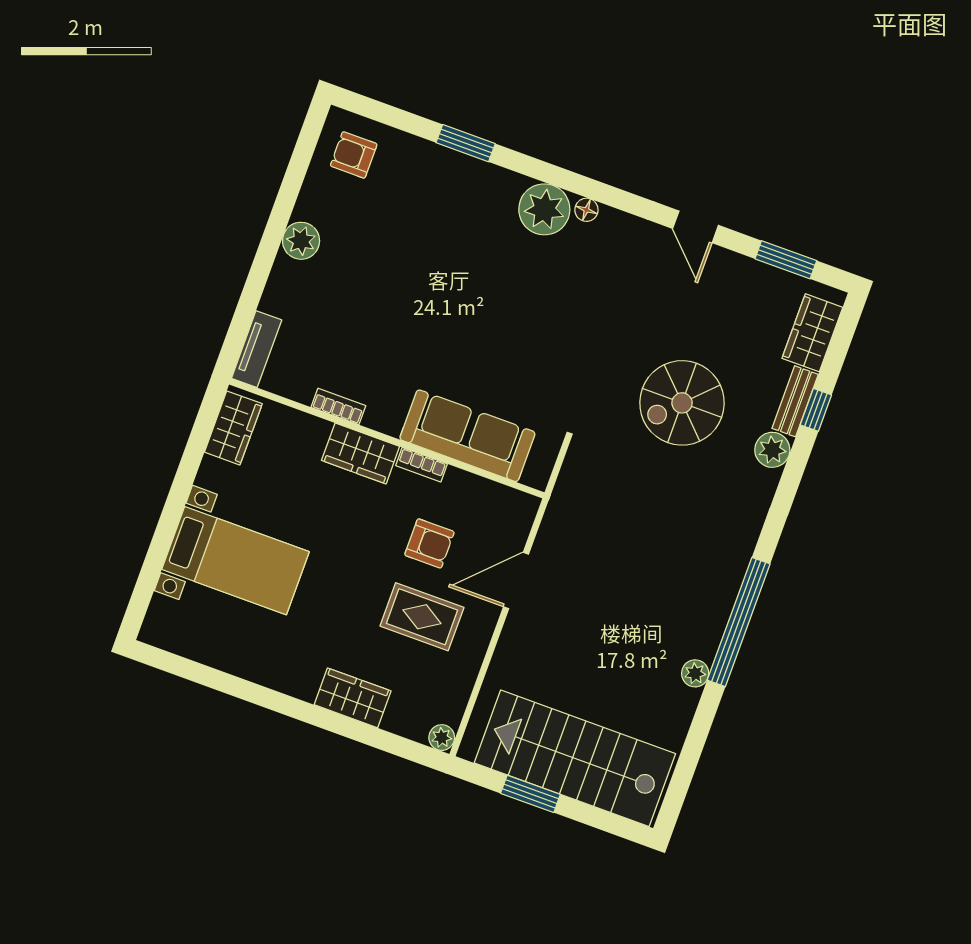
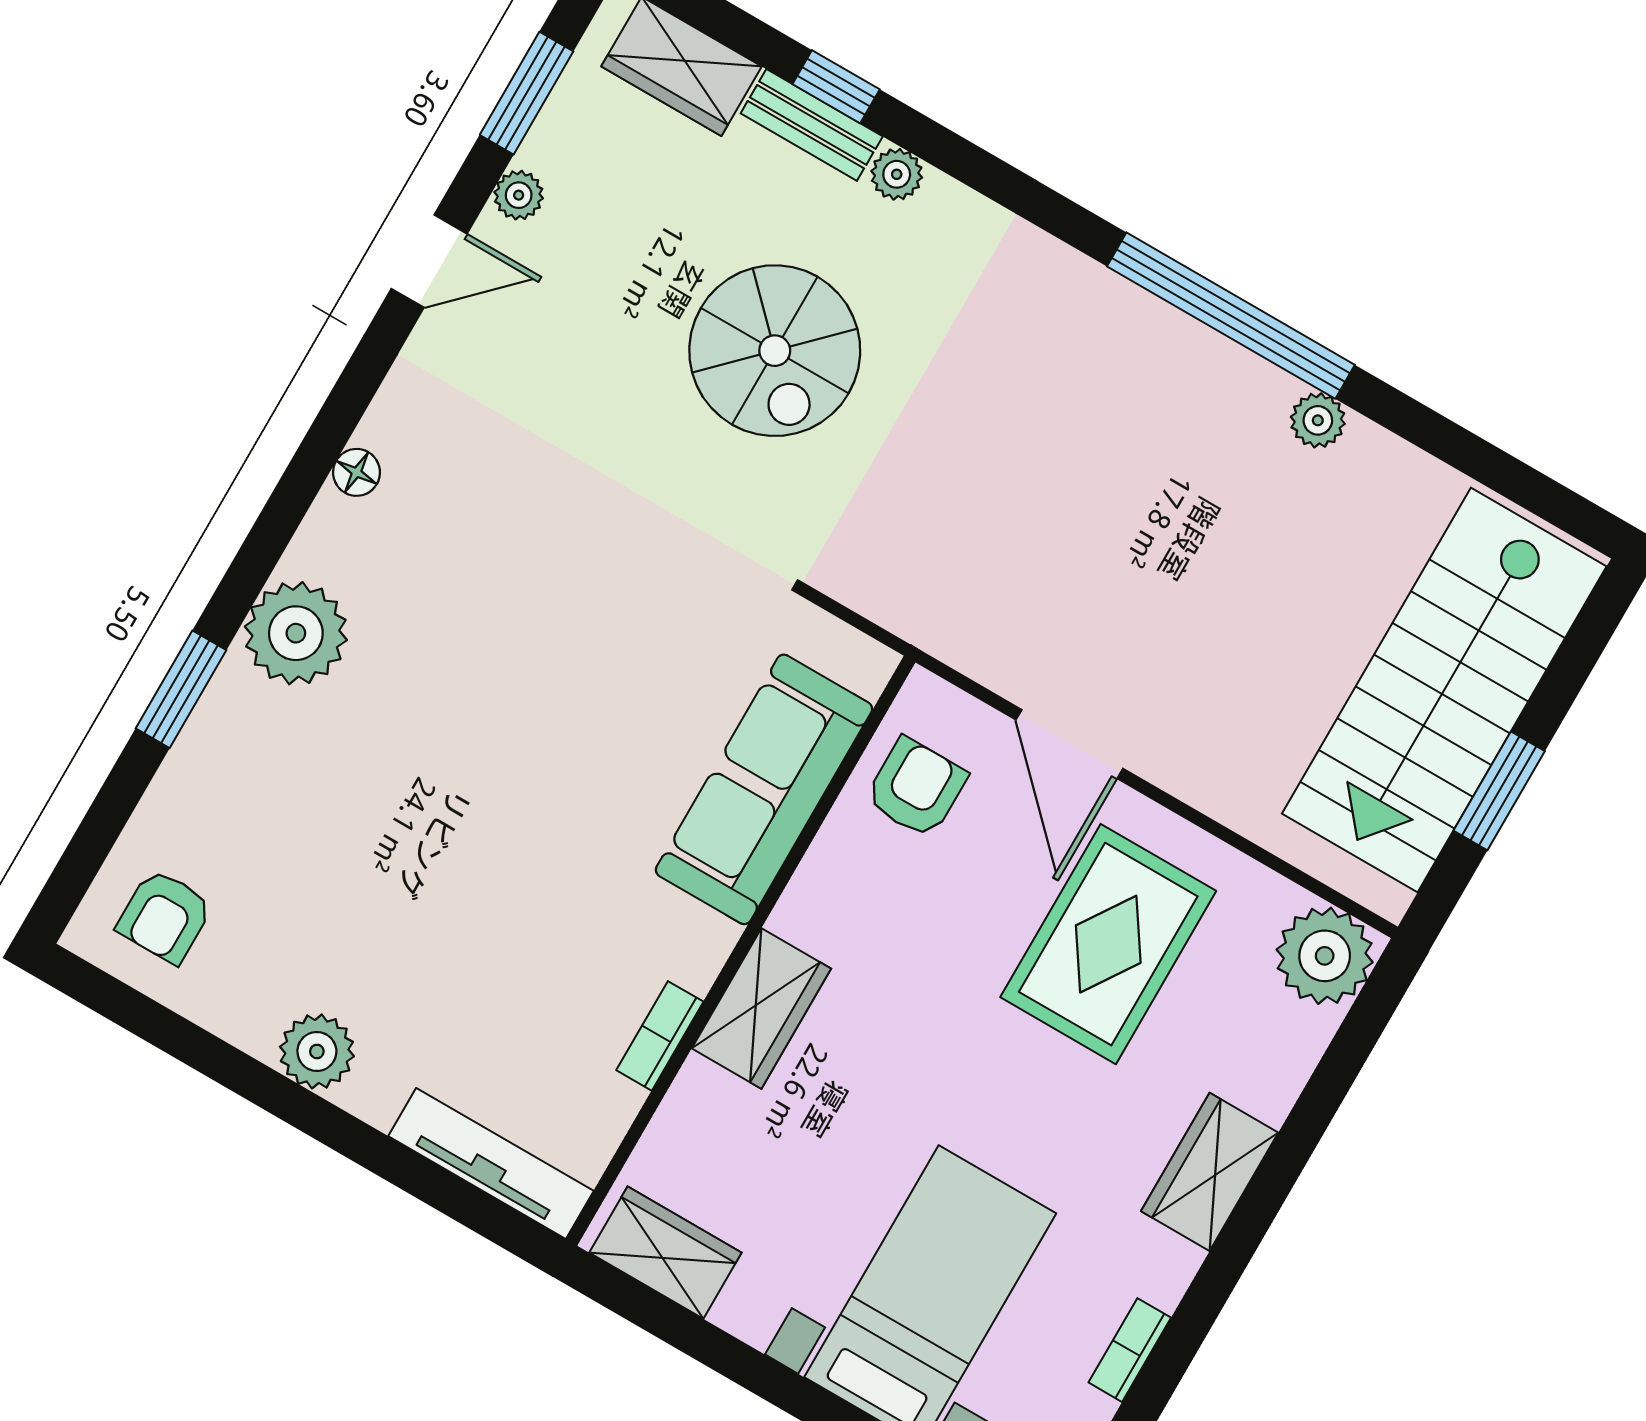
plant: (544, 209) -> (296, 633), moved
plant: (735, 265) -> (519, 195), added
tv unit: (257, 349) -> (491, 1164), width x1.41
plant: (772, 450) -> (897, 174), width x0.73, depth x0.73
bookcase: (421, 465) -> (1130, 1350), moved, turned 180
armchair: (429, 543) -> (916, 788), moved
rug: (422, 617) -> (1108, 944), width x1.36, depth x1.43
wardrobe: (353, 698) -> (1210, 1172), moved
plant: (442, 738) -> (1325, 956), width x1.88, depth x1.88

